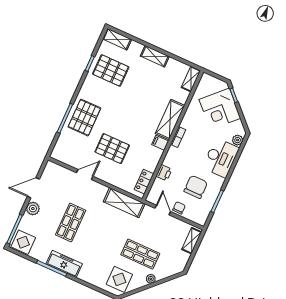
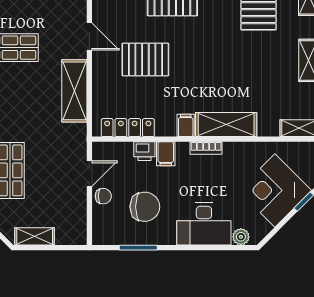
pallet: (112, 149) -> (145, 60), turned 90
filing cabinet: (171, 161) -> (166, 154), added
locker: (144, 182) -> (128, 128), width x1.53
shelving: (124, 203) -> (74, 91), moved
shelving: (192, 241) -> (35, 236), moved

